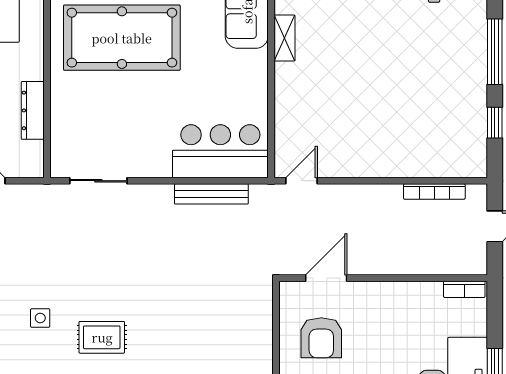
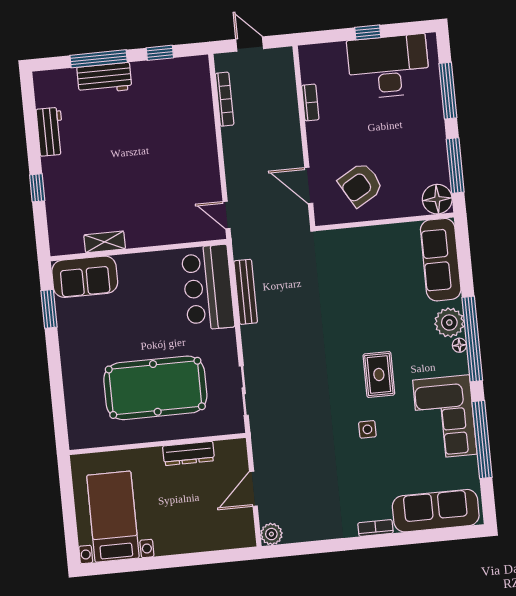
pool table: (122, 38) -> (155, 388), moved, turned 90
workbench: (472, 56) -> (104, 78), added
bookcase: (464, 289) -> (310, 102), moved
armchair: (321, 338) -> (361, 185), turned 150

